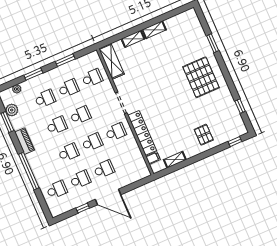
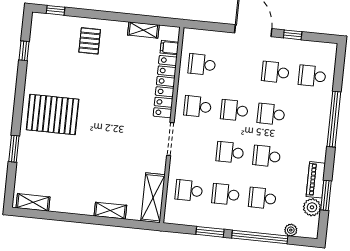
shelving: (154, 30) -> (33, 202), moved
window: (33, 74) -> (260, 237), width x2.11
pallet: (201, 77) -> (53, 115), turned 90
piano: (25, 141) -> (316, 180), moved
school desk: (104, 169) -> (202, 65), moved

